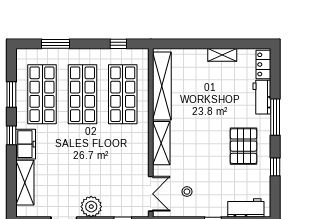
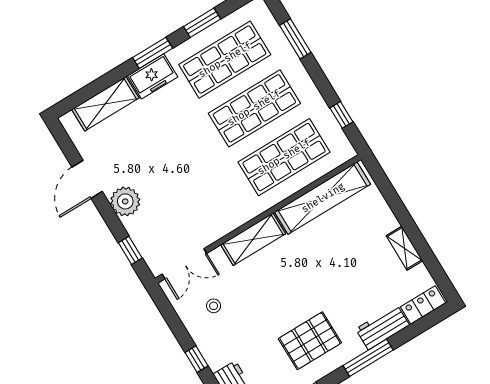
window: (11, 135) -> (153, 53), width x1.50

